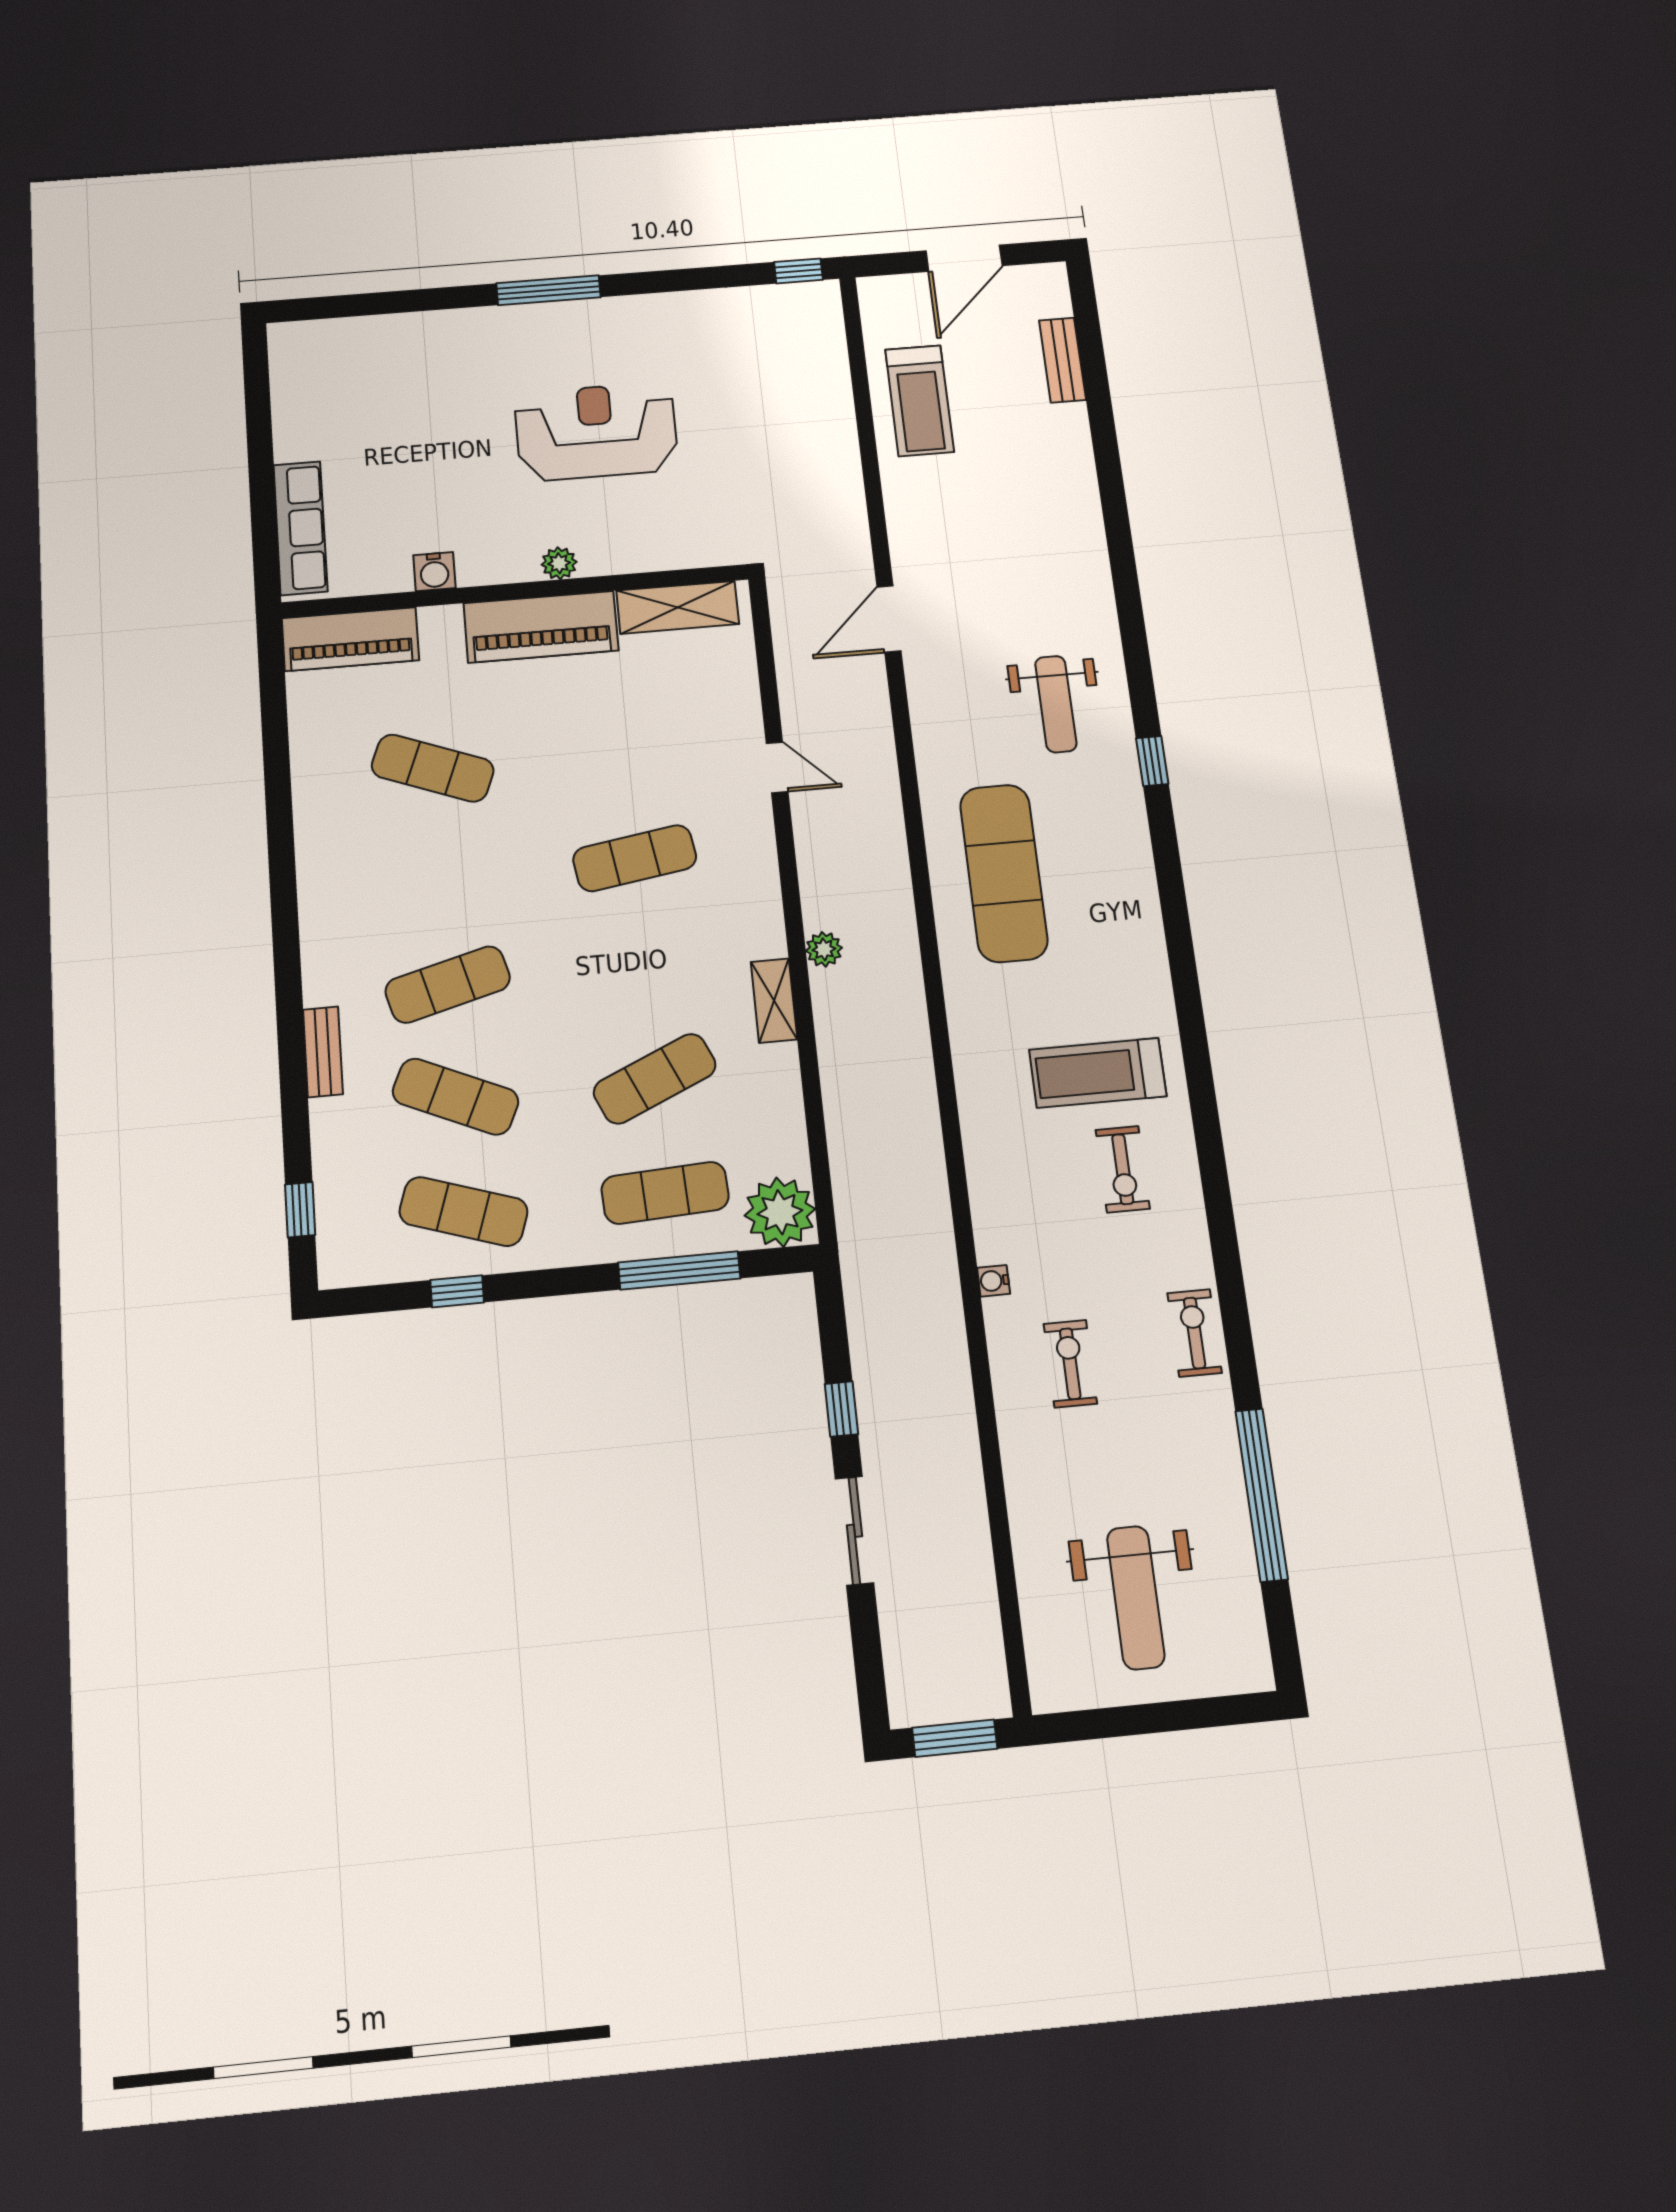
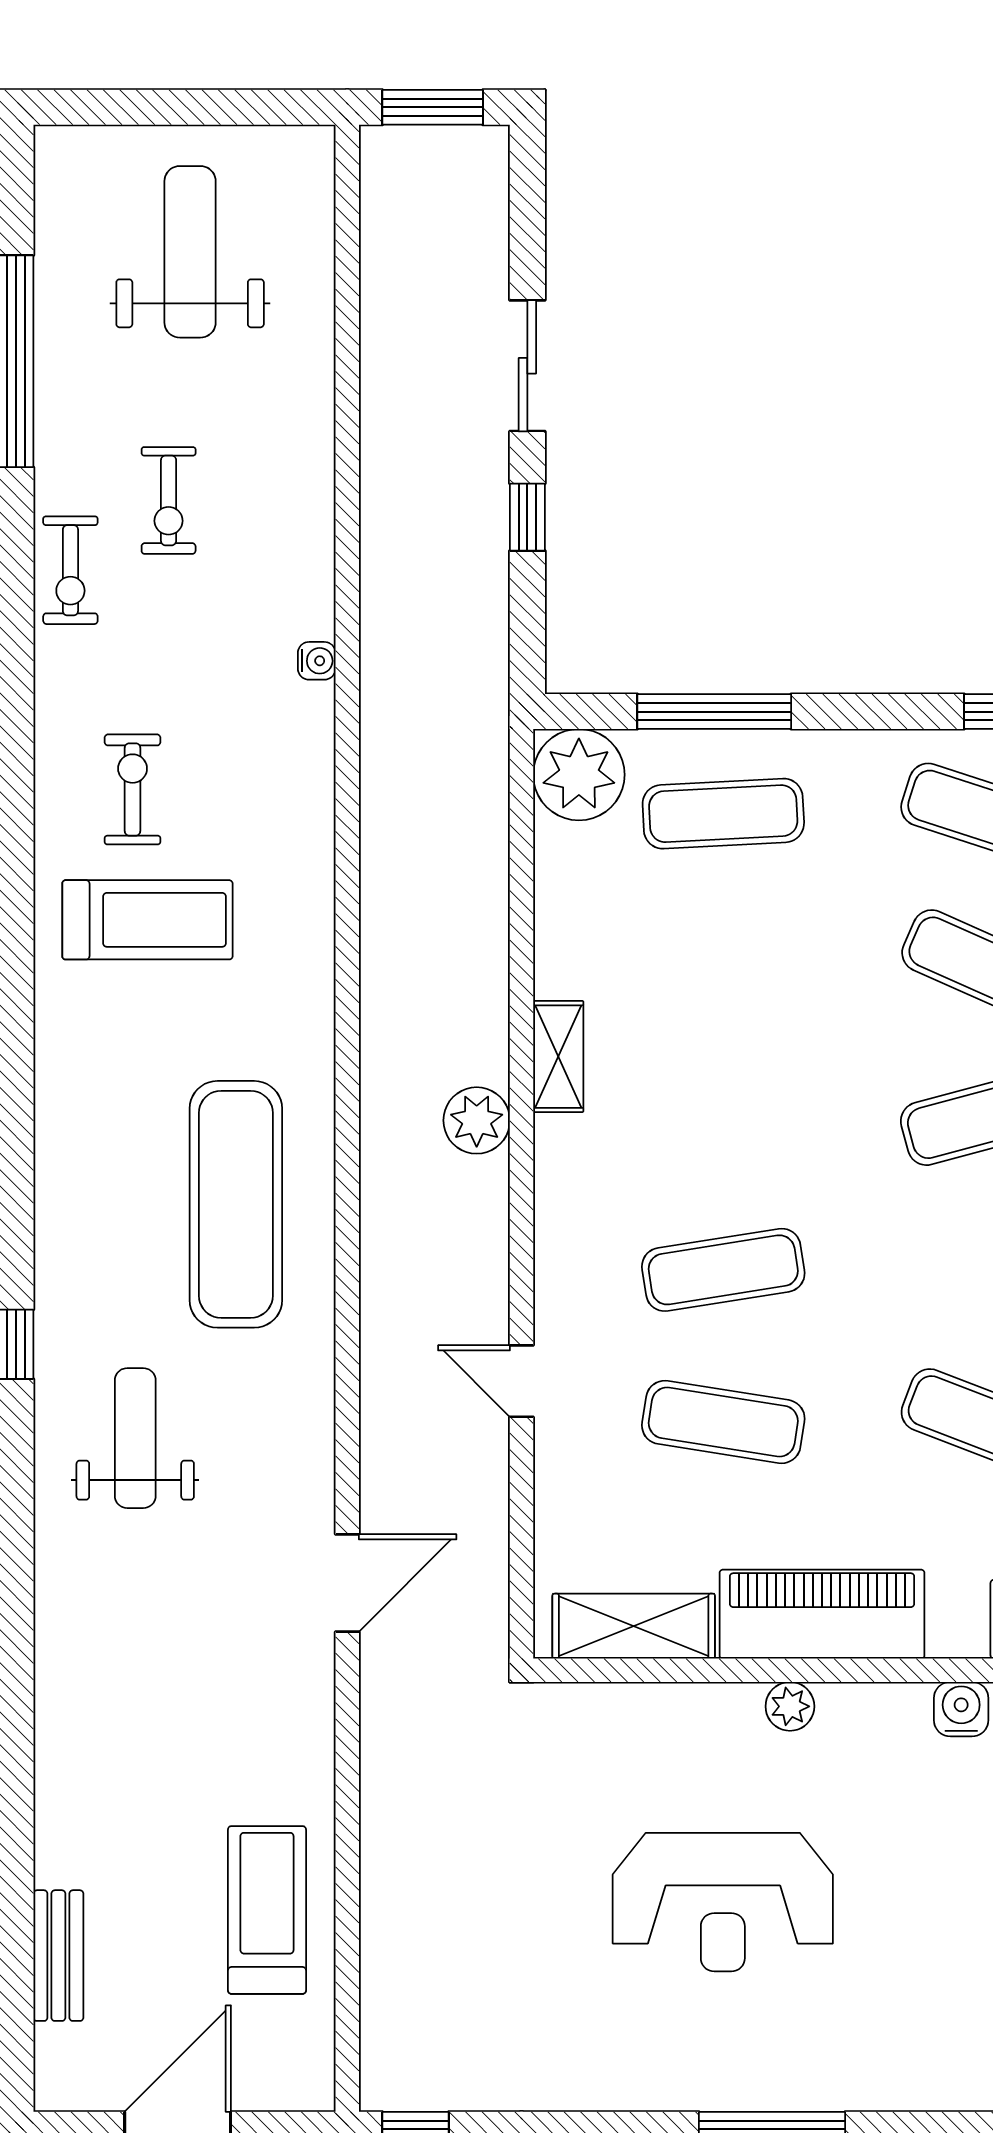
plant: (824, 949) -> (477, 1120), width x1.38, depth x1.38
exercise mat: (655, 1079) -> (723, 1422), moved, turned 33
exercise bike: (1070, 1364) -> (169, 500), moved

